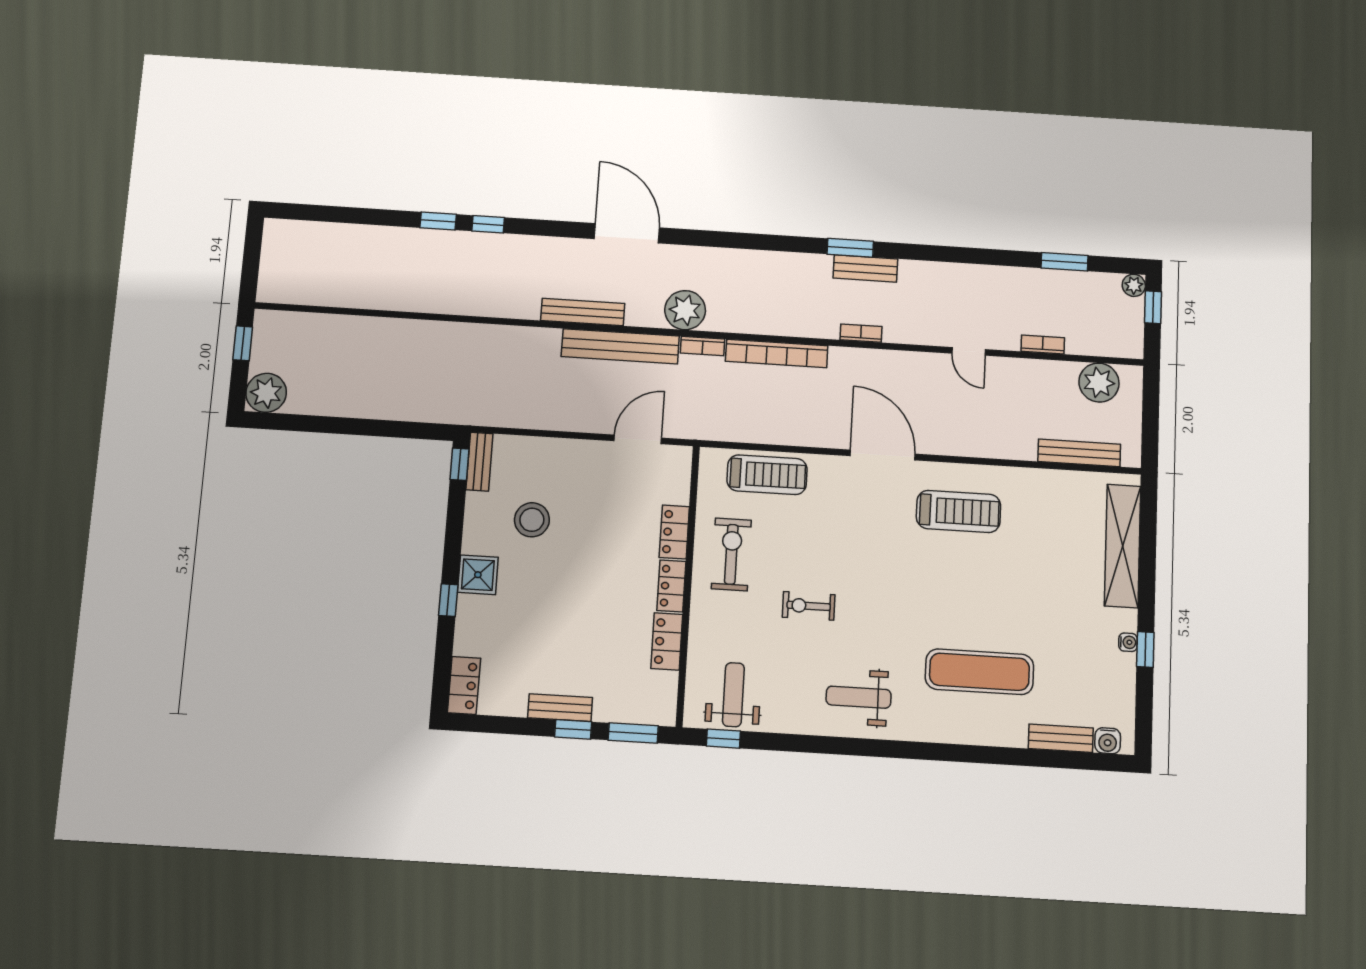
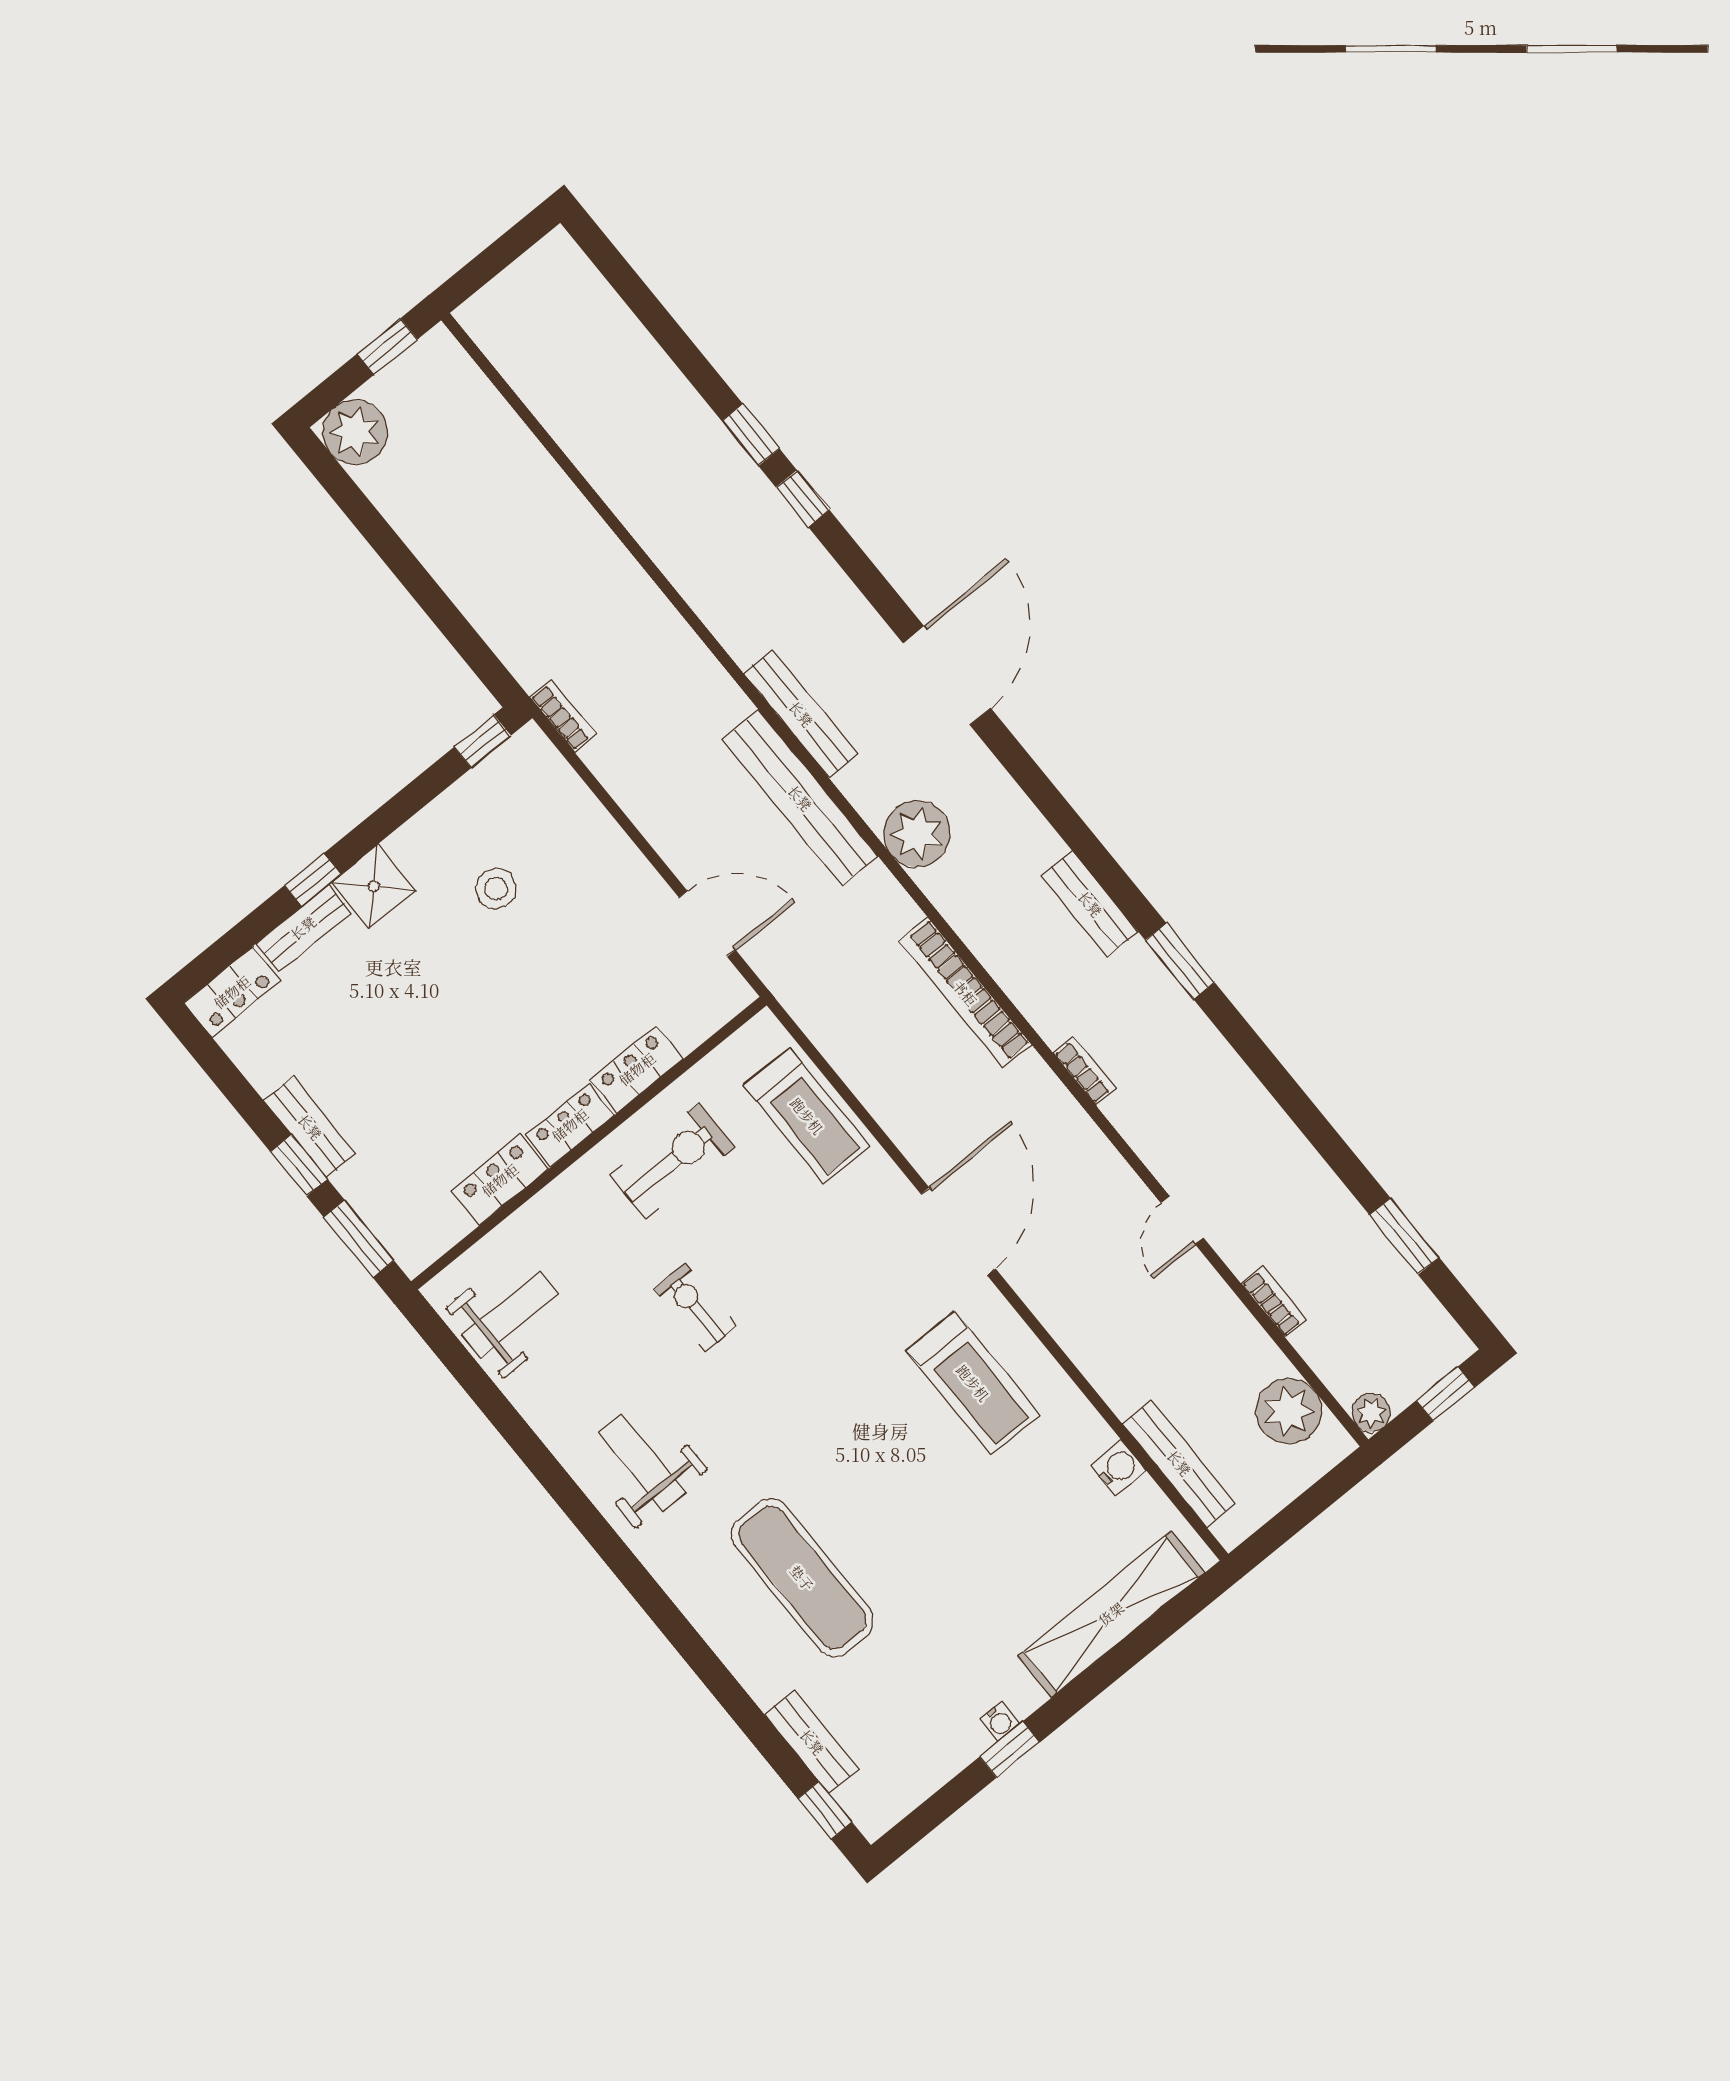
bench: (865, 268) -> (1090, 904), moved
plant: (1134, 285) -> (1371, 1413), moved
bookcase: (702, 346) -> (563, 716), moved, turned 180
bench: (479, 462) -> (303, 928), moved
stool: (532, 520) -> (496, 889), width x0.73, depth x0.73
window: (723, 739) -> (825, 1810), moved
water cooler: (1108, 741) -> (1118, 1468), moved, turned 180

